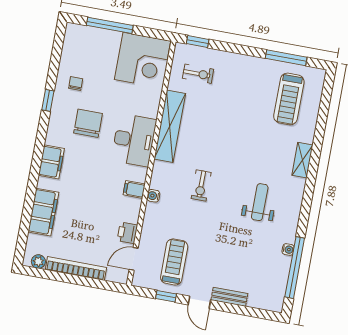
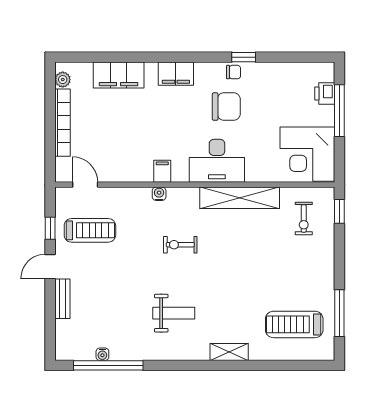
chair: (76, 84) -> (234, 72), moved
printer: (127, 233) -> (325, 93), moved, turned -90
water cooler: (288, 249) -> (102, 354), moved

